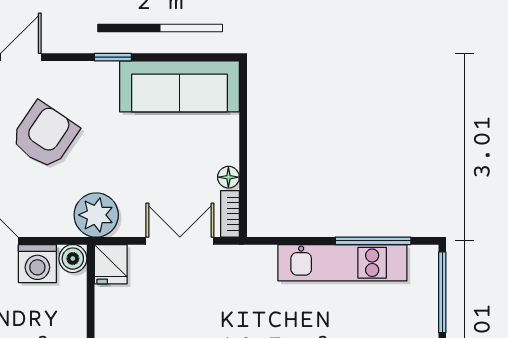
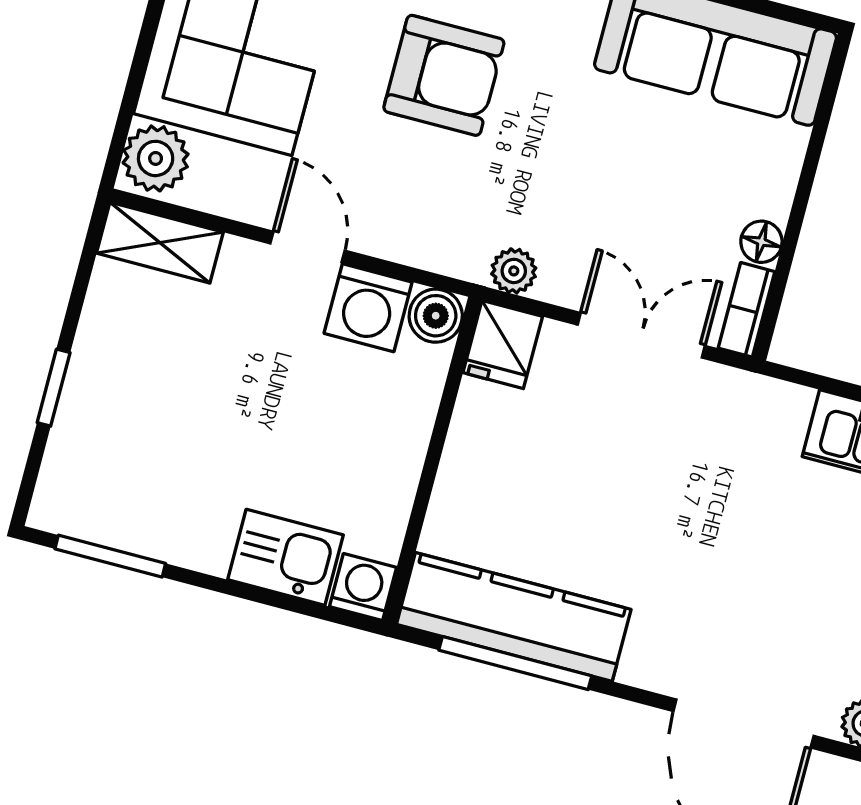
armchair: (45, 135) -> (444, 75), turned 56
plant: (96, 215) -> (514, 271), width x0.53, depth x0.53

